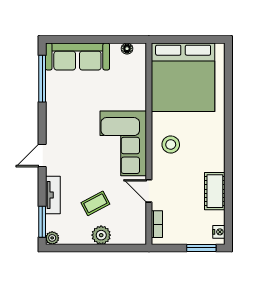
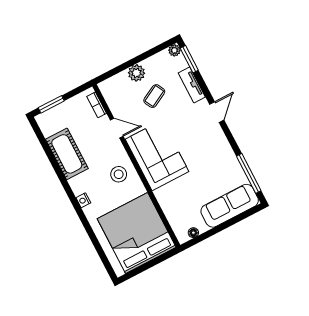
cot: (215, 191) -> (67, 154), width x1.37, depth x1.34
nightstand: (219, 232) -> (83, 200), moved

